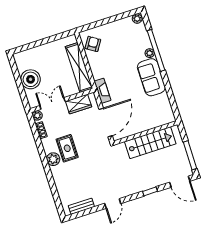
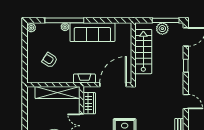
armchair: (93, 44) -> (50, 60), moved
sofa: (151, 77) -> (92, 32), width x1.36
door: (106, 122) -> (113, 85), hinge flipped
plant: (180, 155) -> (162, 29), added

